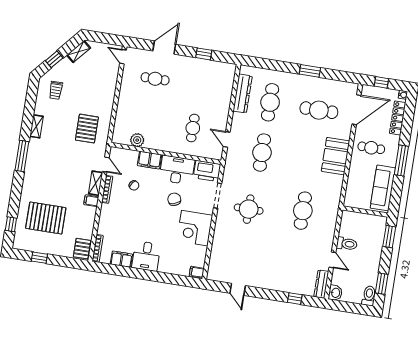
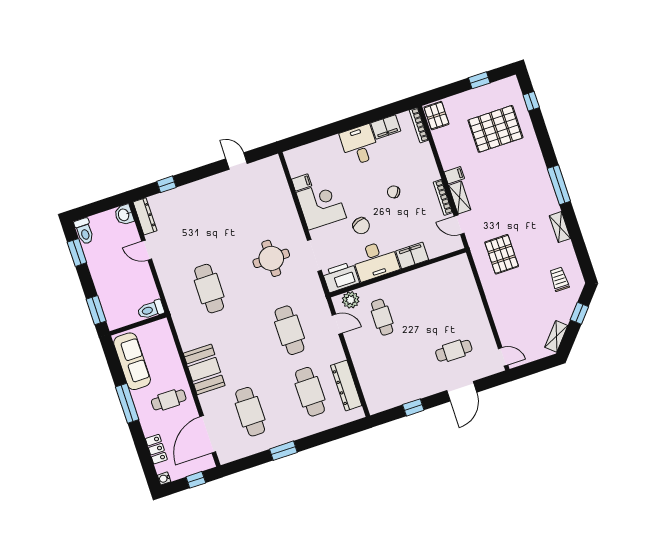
cafe table: (319, 110) -> (250, 412), turned 90
locker: (398, 118) -> (156, 449), width x0.66
plant: (137, 140) -> (351, 300), moved
chair: (134, 185) -> (394, 192), moved
toilet: (347, 244) -> (151, 310), moved
filing cabinet: (197, 272) -> (302, 182), moved

